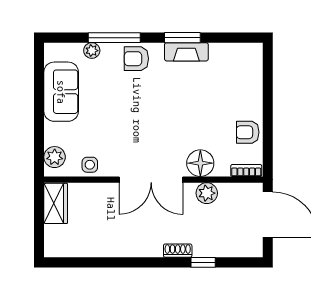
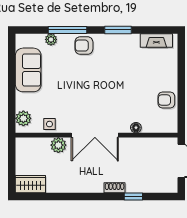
fireplace: (186, 52) -> (156, 40), moved
floor lamp: (200, 163) -> (136, 128), width x0.53, depth x0.53
bookcase: (246, 170) -> (165, 128), removed
plant: (207, 193) -> (58, 145), moved
wardrobe: (56, 203) -> (30, 184), moved, turned -90

